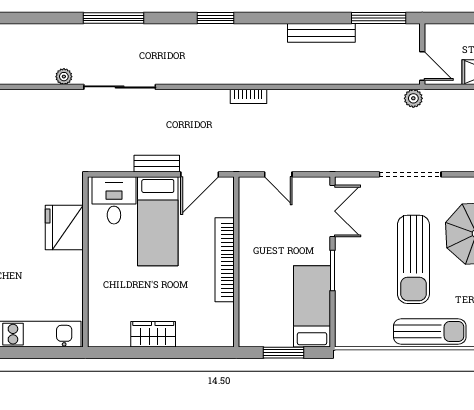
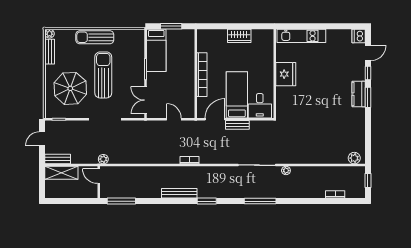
bench: (321, 33) -> (179, 193), moved
fridge: (64, 228) -> (286, 74), moved

